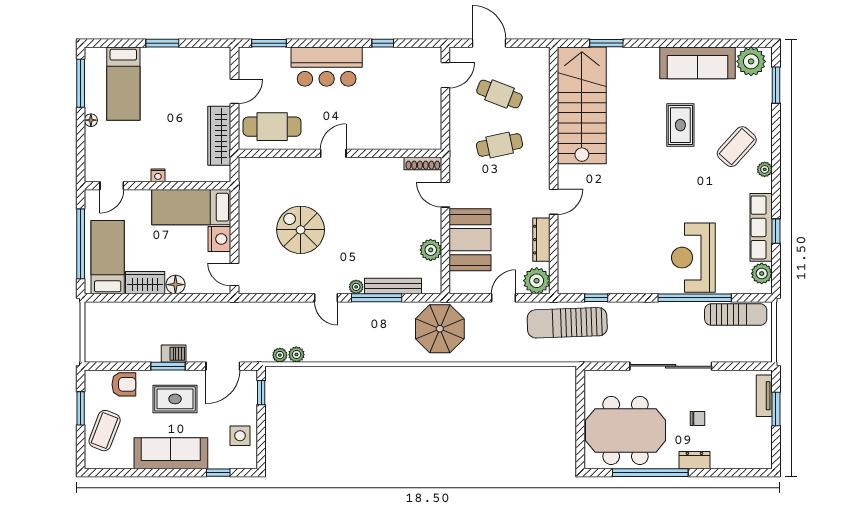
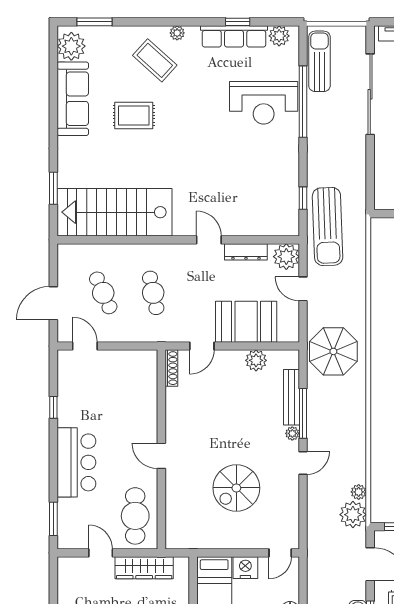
cafe table: (500, 94) -> (103, 293), turned -45
plant: (280, 355) -> (353, 515), width x1.88, depth x1.88
sliding door: (671, 366) -> (370, 94), moved

